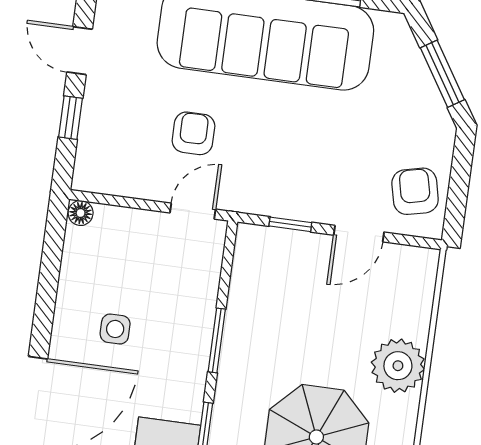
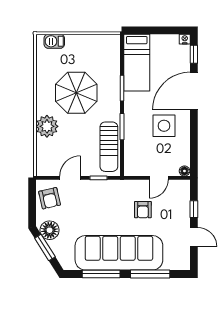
floor lamp: (426, 114) -> (50, 230), added
door: (193, 211) -> (159, 178), moved
sun lounger: (255, 296) -> (109, 147), added
side table: (115, 329) -> (164, 126), width x1.87, depth x1.87

